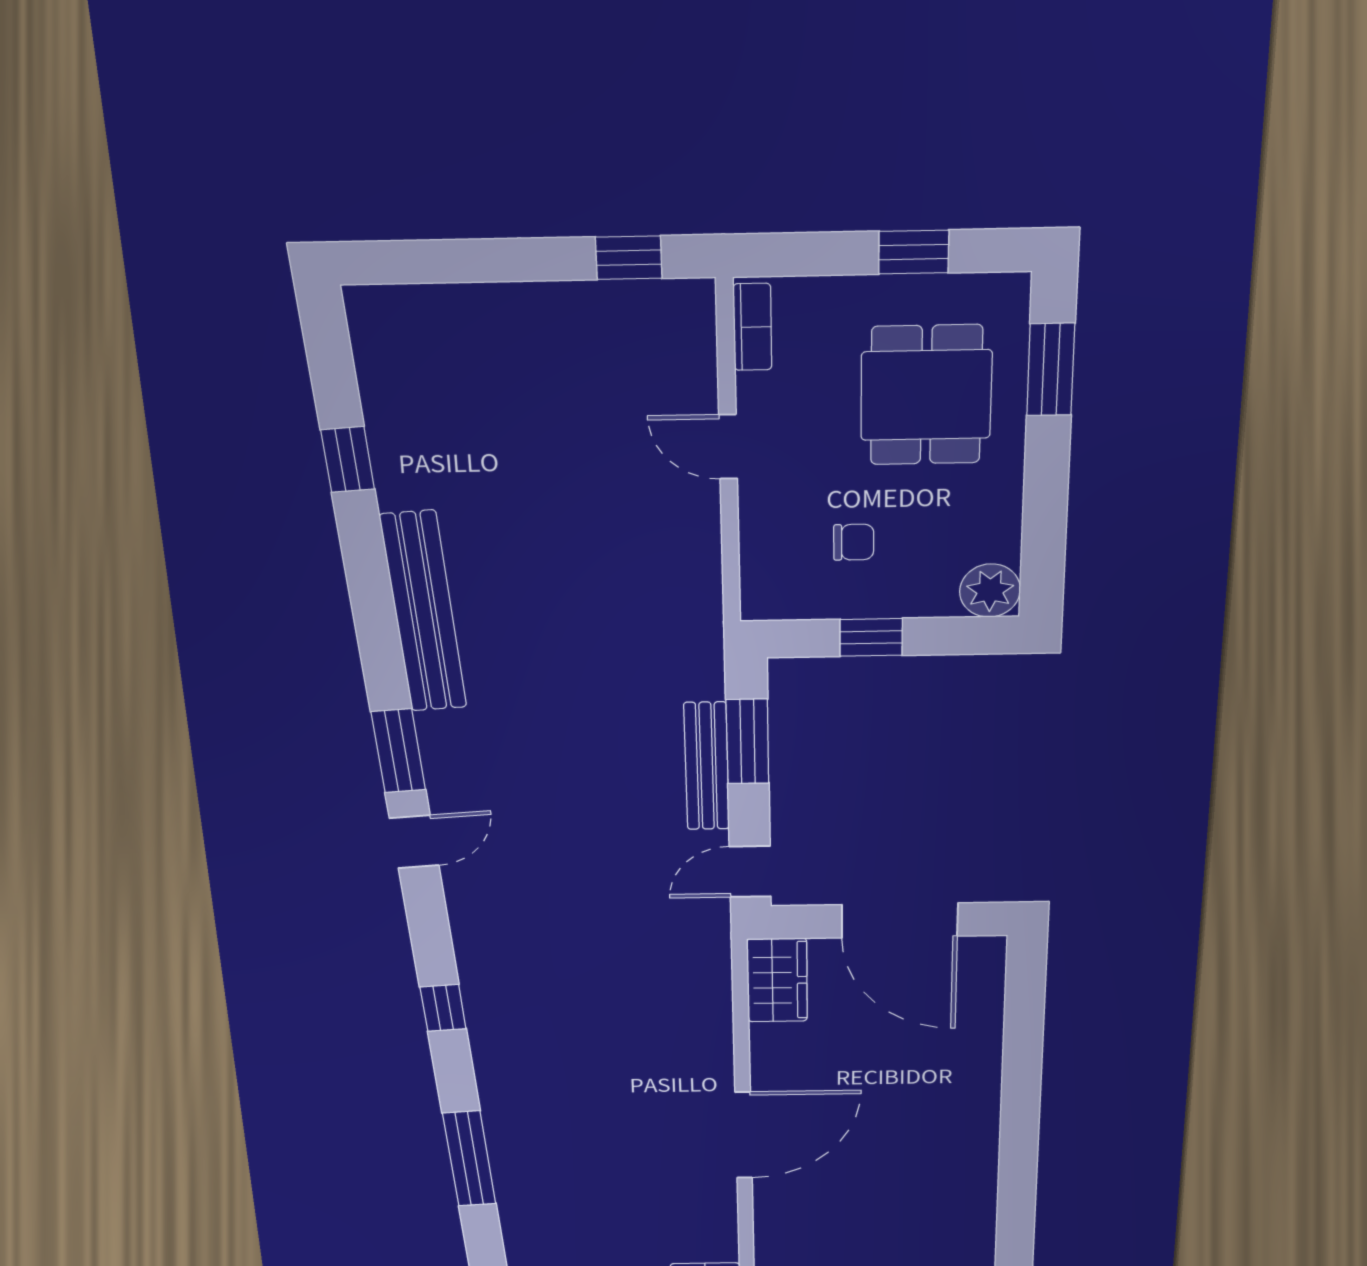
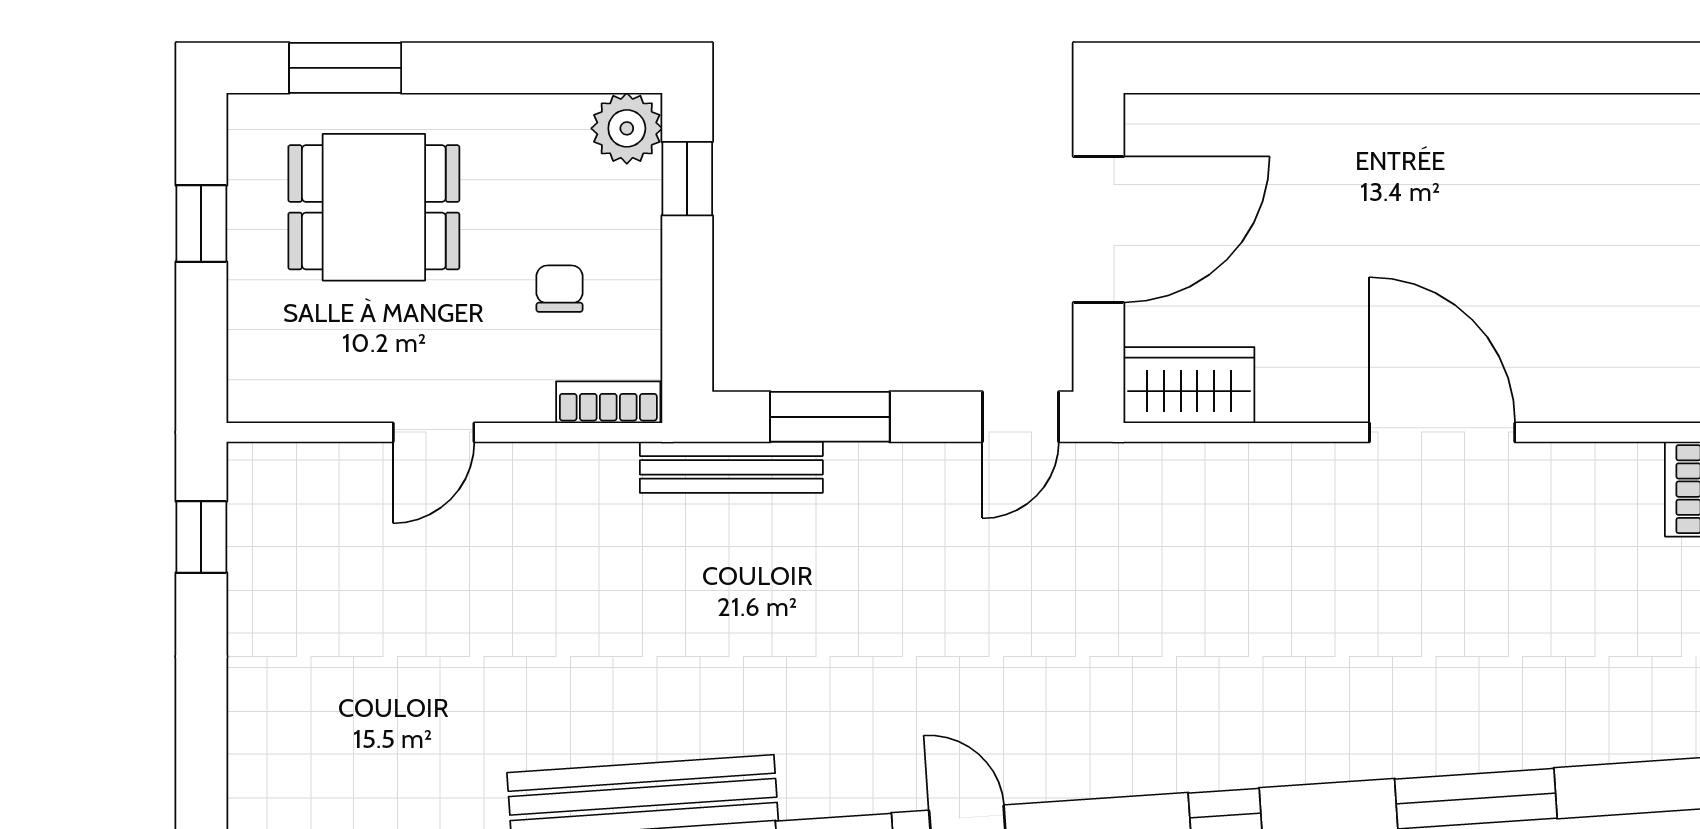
bookcase: (752, 327) -> (608, 402), moved
window: (871, 637) -> (687, 179), moved
bench: (707, 766) -> (731, 467), moved
door: (750, 872) -> (1020, 417), hinge flipped

